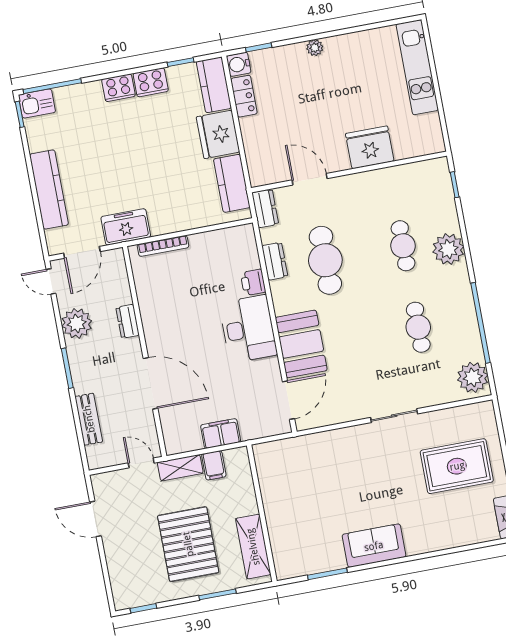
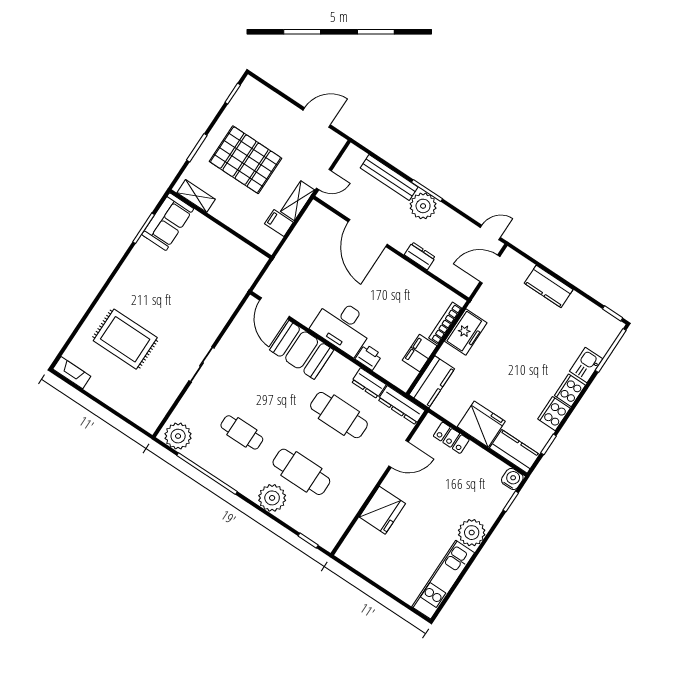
plant: (315, 48) -> (472, 533), width x1.87, depth x1.87
kitchen unit: (417, 67) -> (443, 580), moved, turned -90
locker: (244, 96) -> (451, 438), moved
kitchen sink: (37, 104) -> (586, 365), moved
kitchen counter: (232, 183) -> (432, 382), moved, turned 90
kitchen counter: (49, 190) -> (549, 286), width x0.67
dresser: (265, 208) -> (401, 405), width x1.44
freezer: (126, 227) -> (466, 332), moved
cafe table: (403, 246) -> (301, 472), width x1.37, depth x1.35
door: (82, 252) -> (490, 269), hinge flipped
plant: (77, 323) -> (423, 206), moved
door: (150, 383) -> (368, 233), hinge flipped
bench: (89, 419) -> (389, 177), width x1.36
filing cabinet: (221, 434) -> (420, 353), moved, turned 180
rug: (457, 466) -> (125, 339), moved, turned 90
sofa: (374, 546) -> (168, 222), moved
shelving: (253, 547) -> (196, 196), width x0.67, depth x0.75

